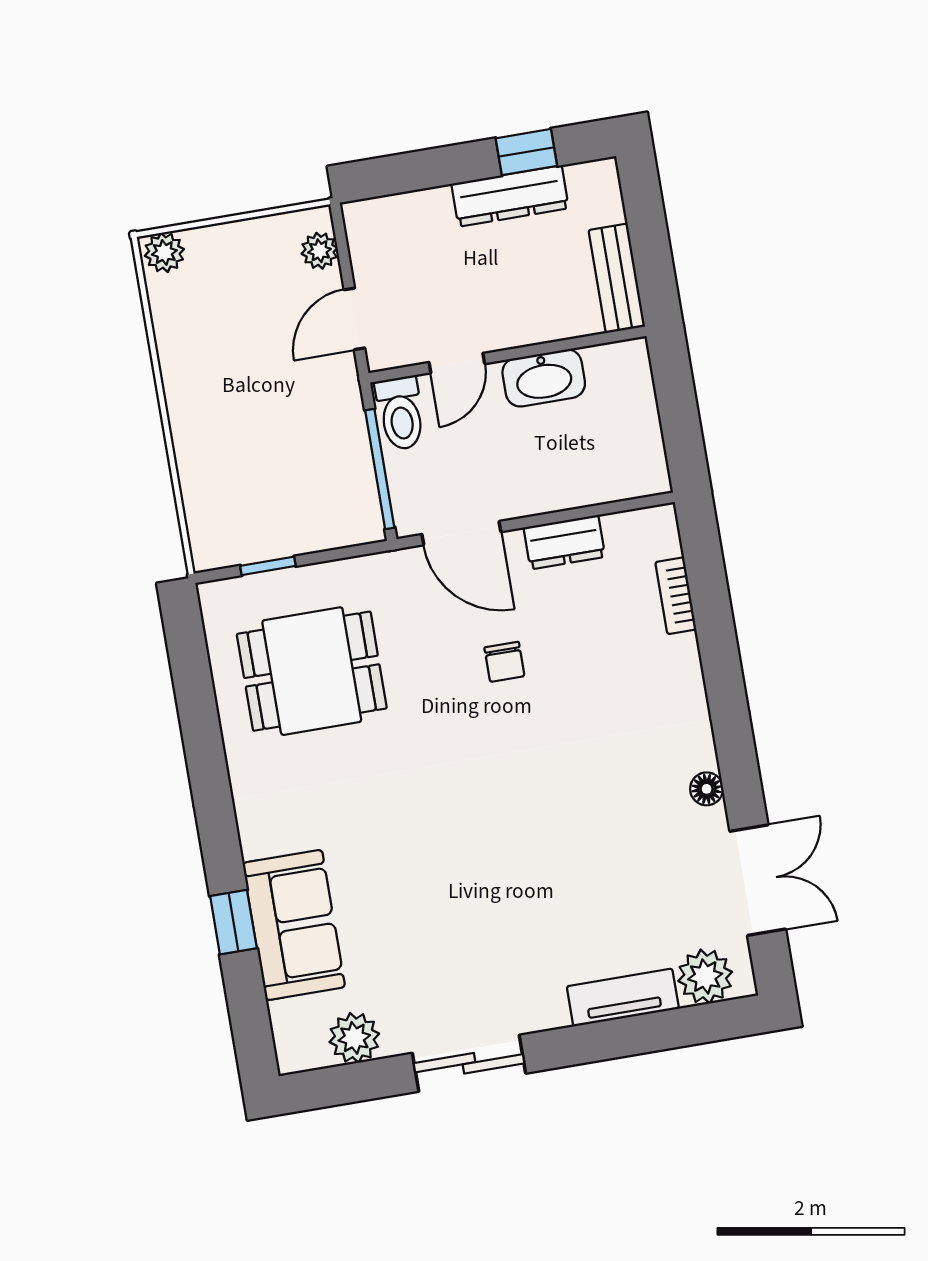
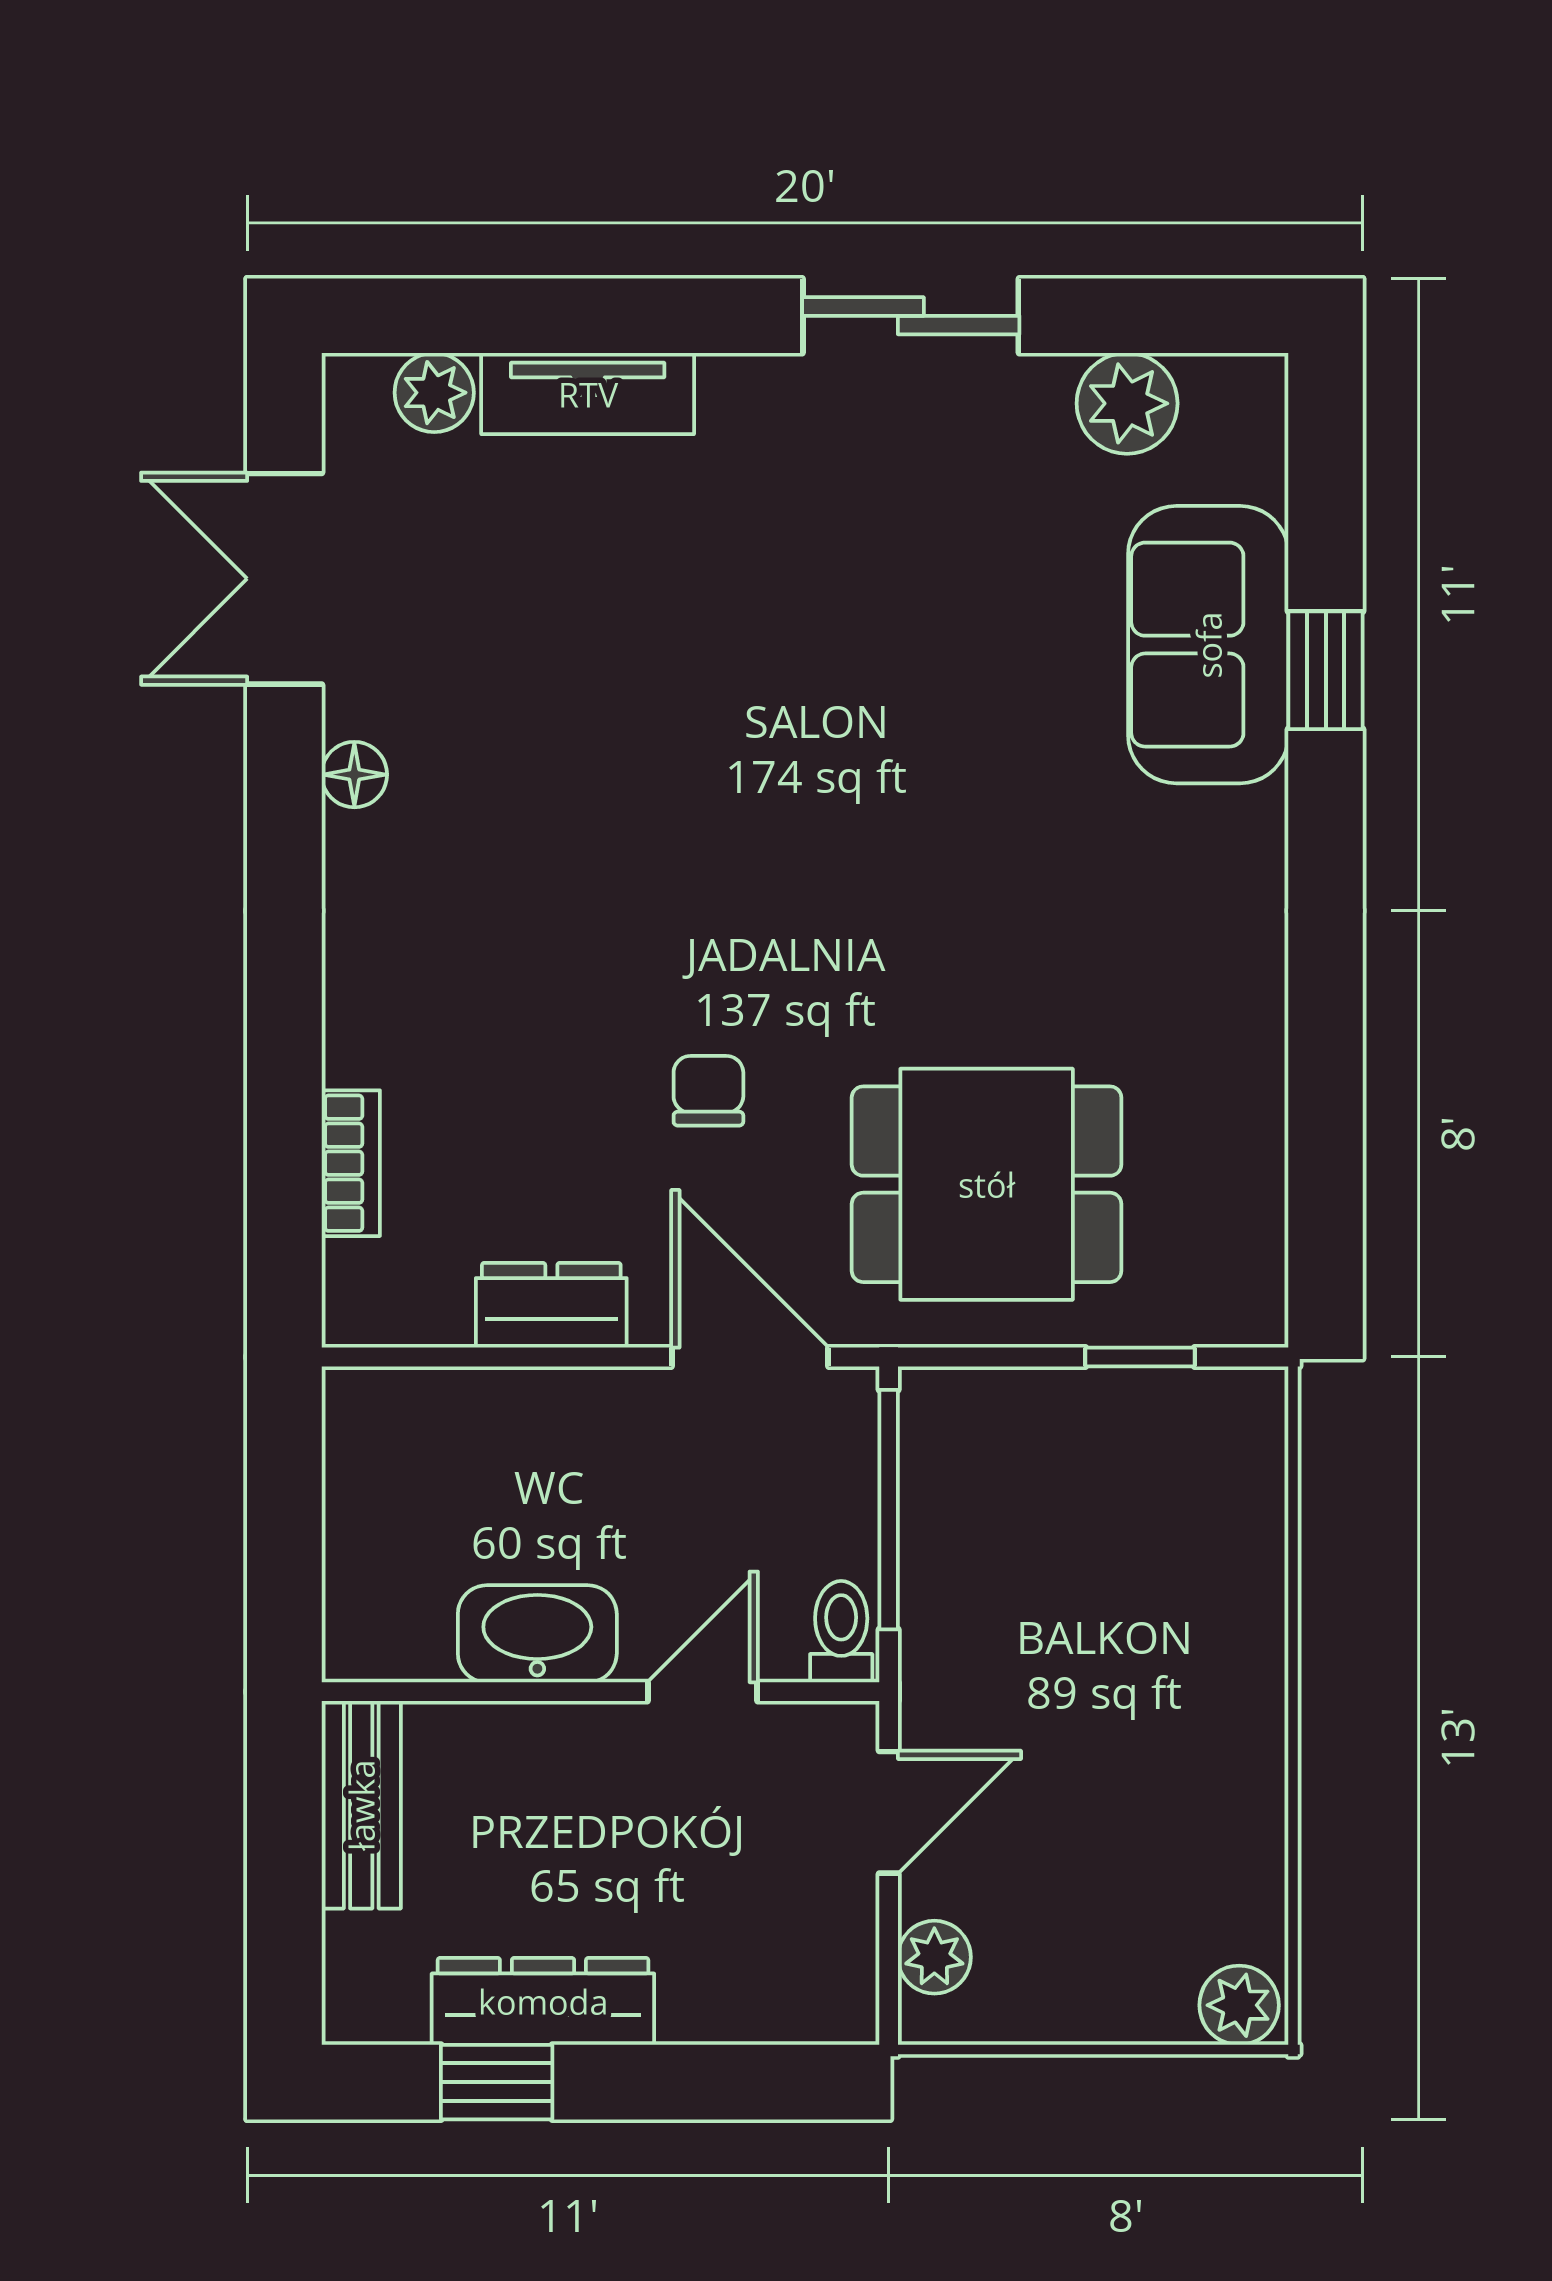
toilet: (400, 413) -> (841, 1632), width x0.73, depth x0.72
dining table: (312, 671) -> (987, 1184), moved
plant: (705, 976) -> (434, 393), width x0.73, depth x0.73

